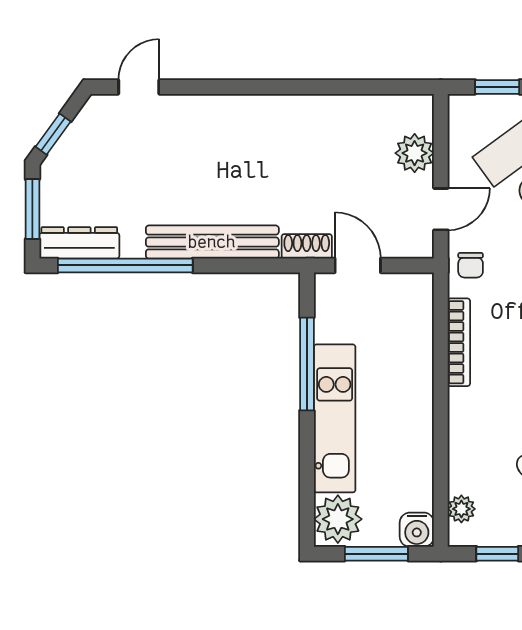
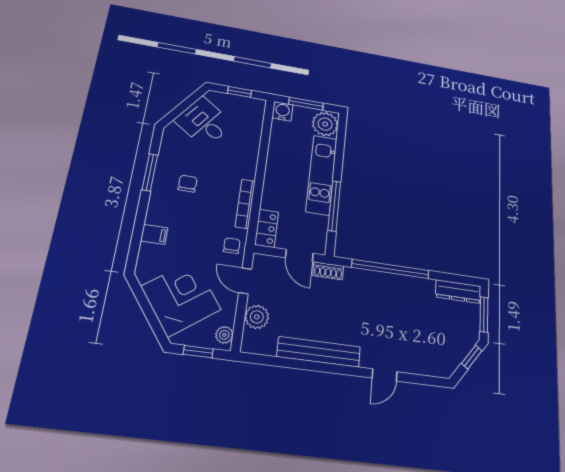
door: (139, 87) -> (385, 375), moved
door: (441, 209) -> (245, 281), hinge flipped
bench: (212, 242) -> (319, 352), moved
window: (125, 265) -> (390, 269), moved
locker: (418, 304) -> (267, 228), added
plant: (461, 509) -> (224, 335), moved

